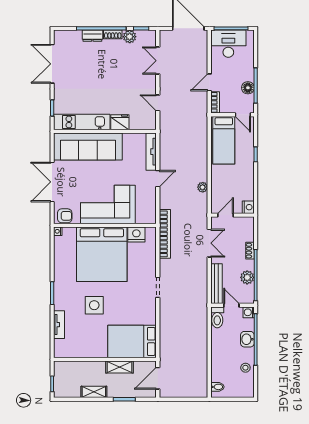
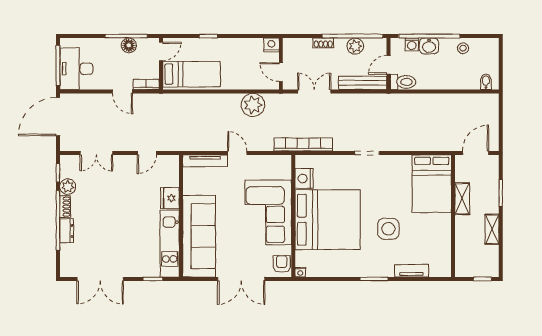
plant: (203, 187) -> (253, 105), width x1.88, depth x1.88
washing machine: (249, 312) -> (412, 44), moved
door: (158, 378) -> (476, 153), swing flipped

